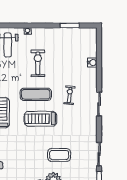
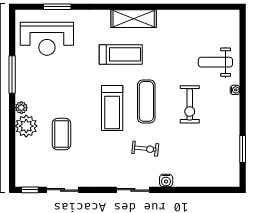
exercise bike: (38, 63) -> (190, 104), turned 90
water cooler: (92, 63) -> (166, 181), moved
treadmill: (40, 119) -> (112, 108), turned 180

